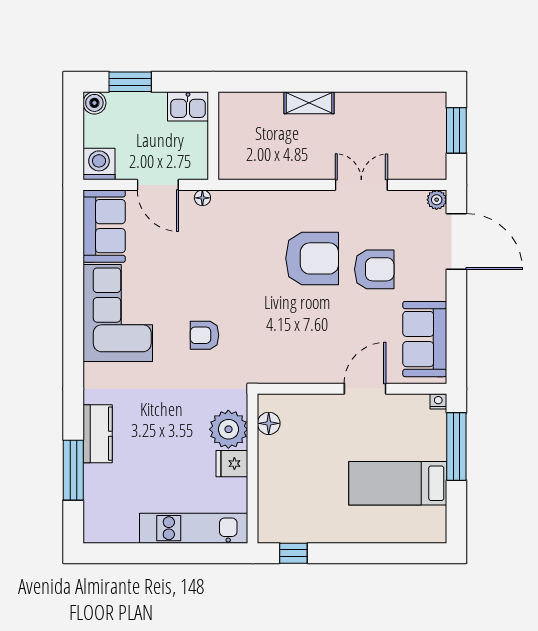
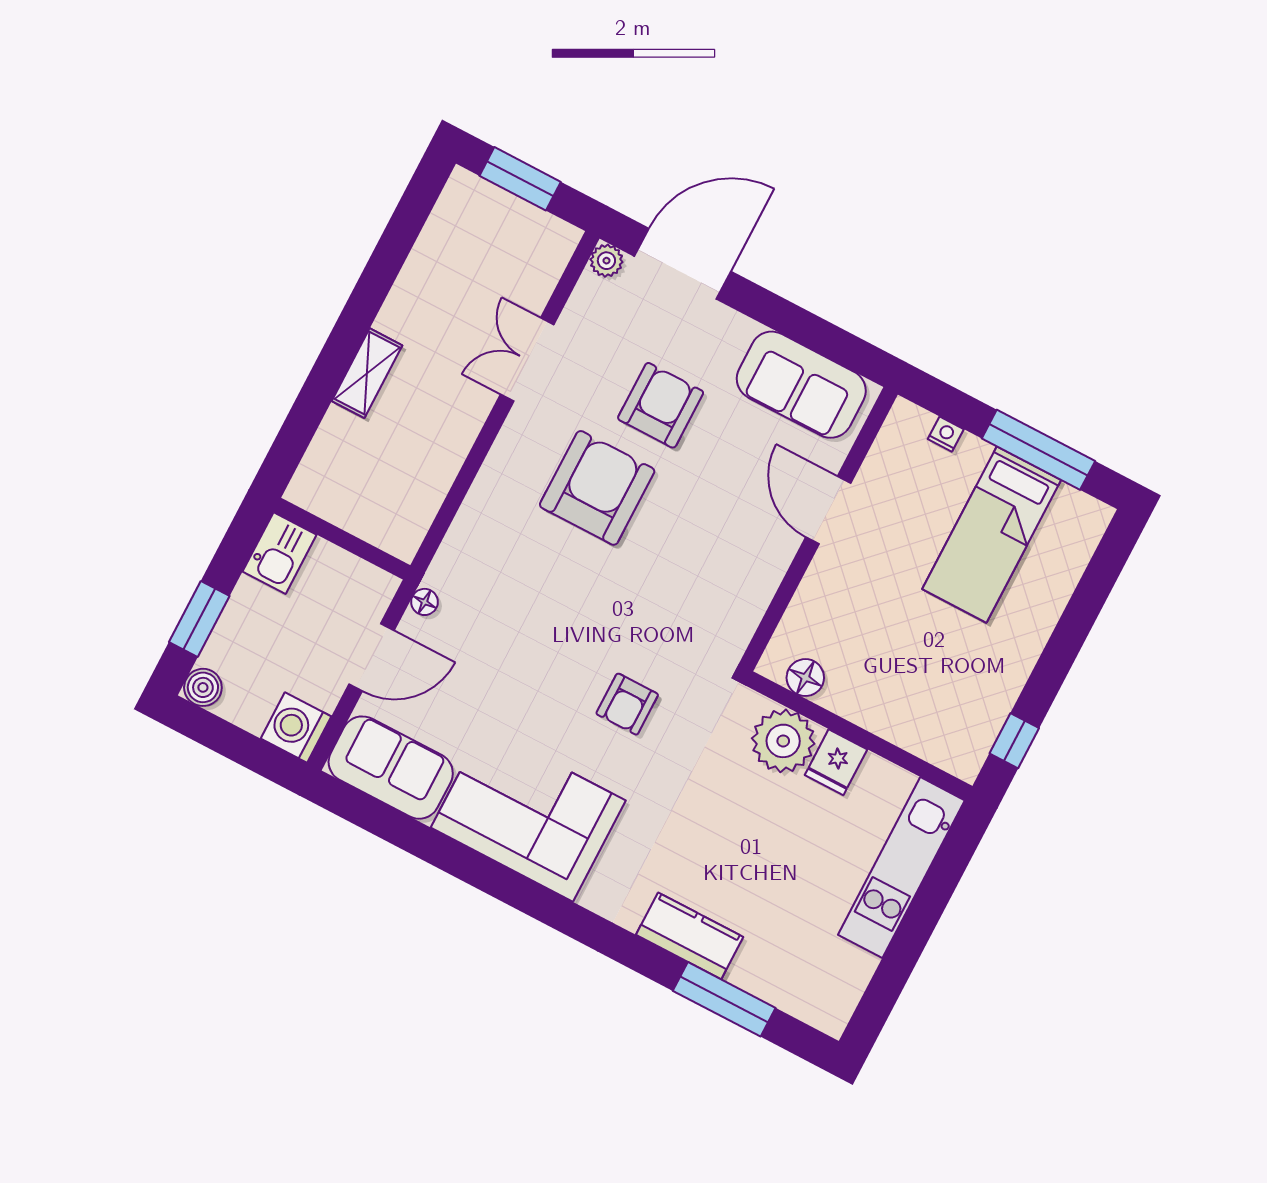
nightstand: (438, 401) -> (946, 434), moved, turned 90
window: (456, 446) -> (1038, 450), moved

